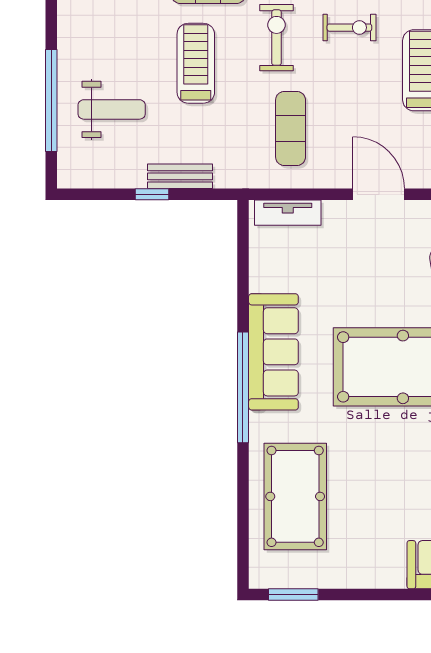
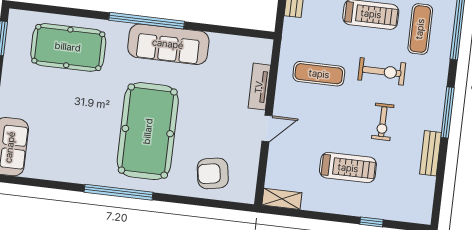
door: (379, 194) -> (267, 128), width x0.73
tv unit: (288, 213) -> (259, 87), moved

